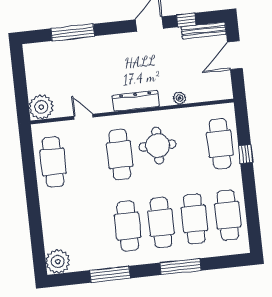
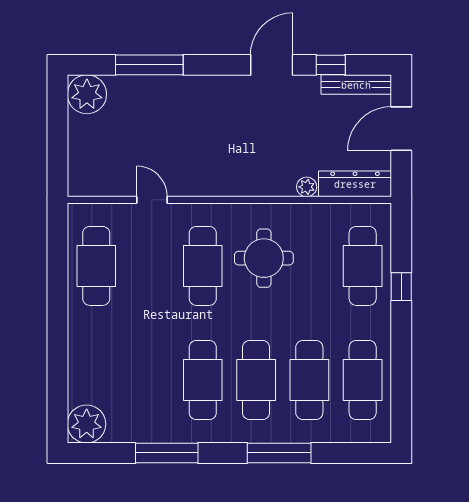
dresser: (136, 101) -> (355, 184), moved
plant: (41, 107) -> (87, 94), moved

